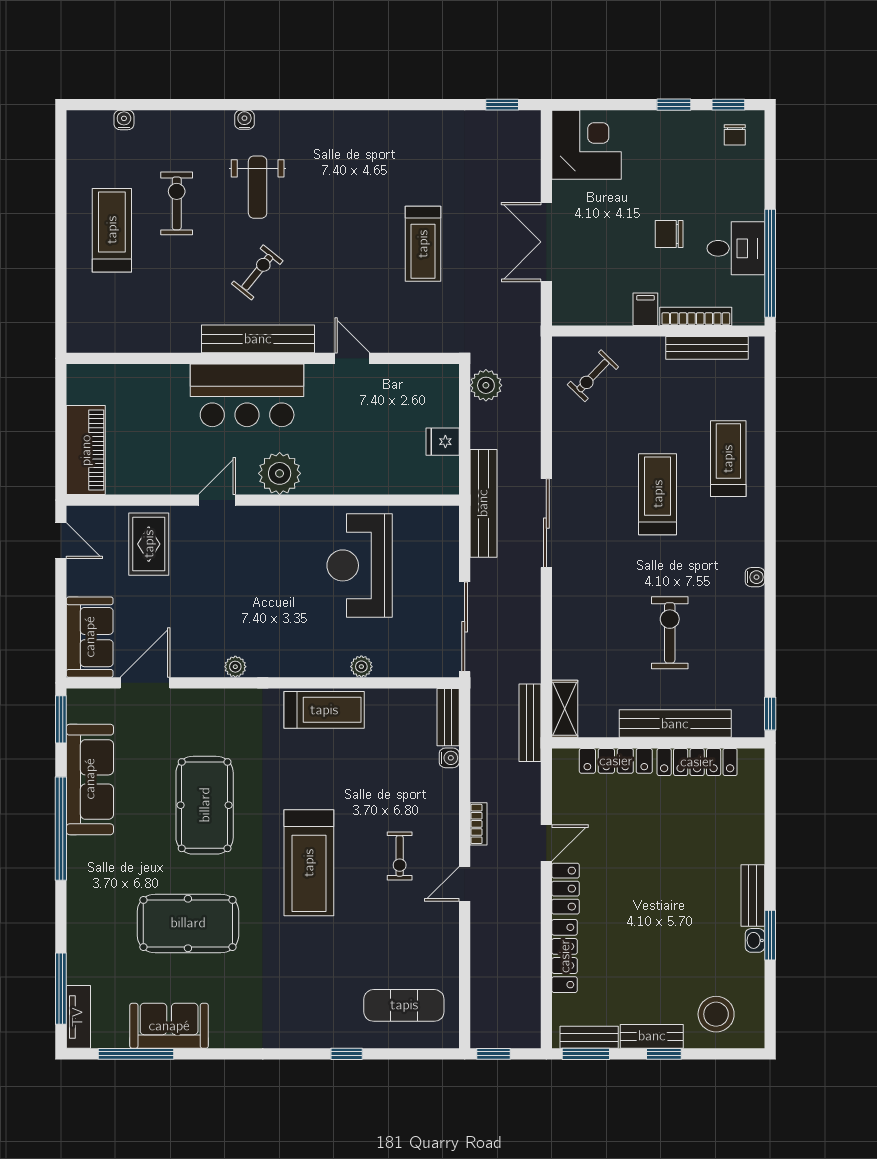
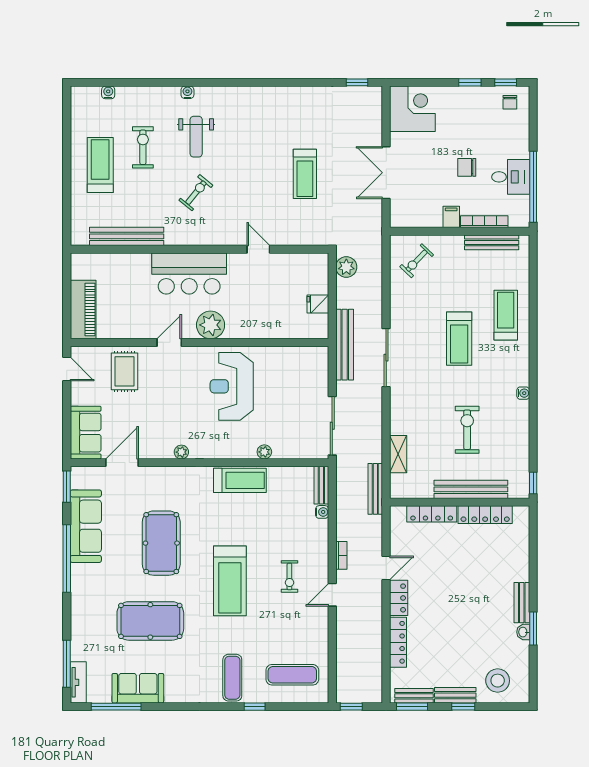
bench: (258, 339) -> (127, 236), moved
treadmill: (658, 494) -> (459, 339), turned 180
reception desk: (360, 565) -> (232, 386), moved
shelving: (565, 709) -> (398, 454), moved
exercise mat: (313, 1010) -> (232, 678), added

